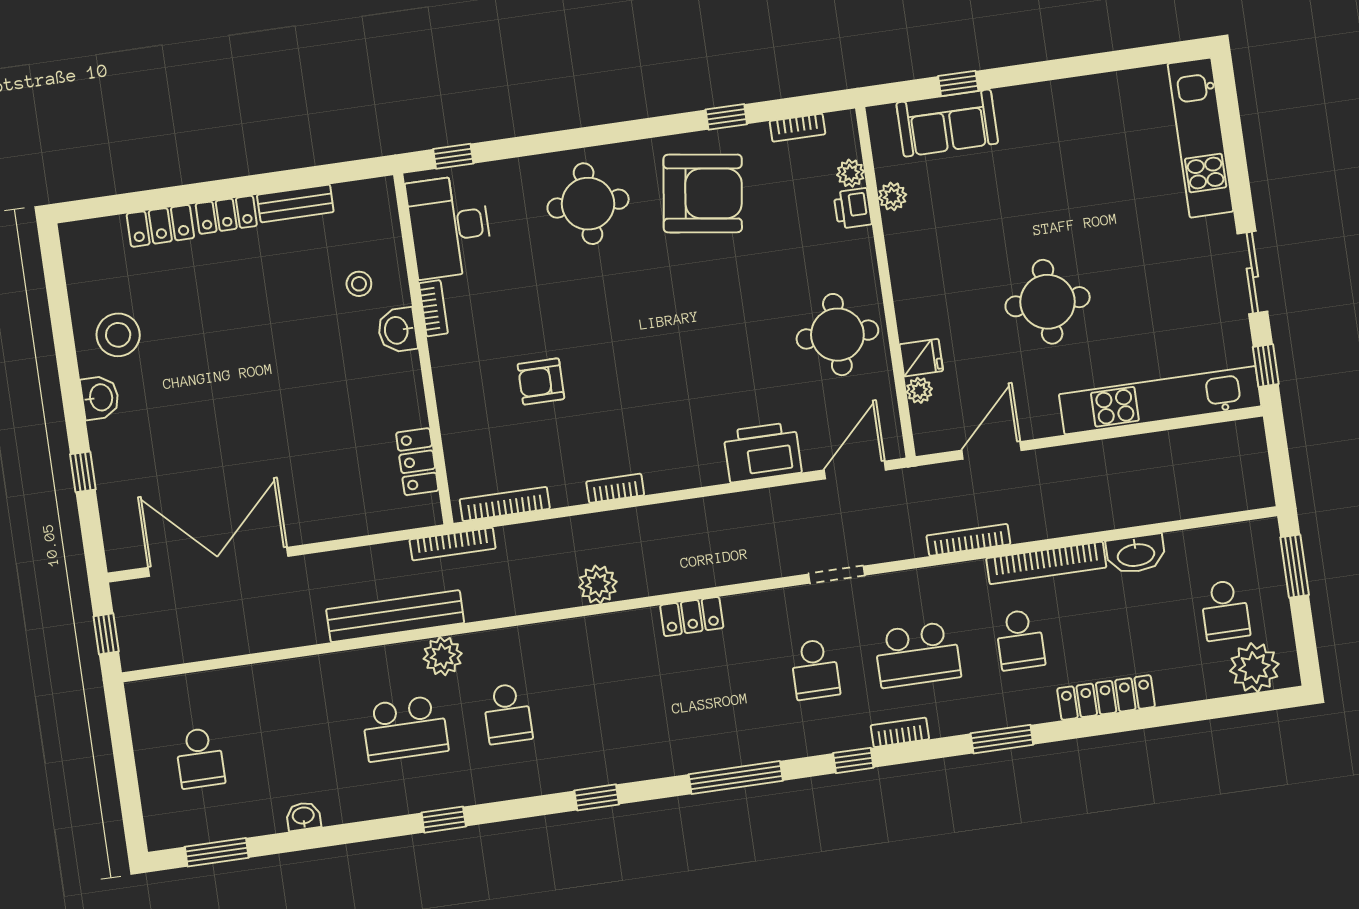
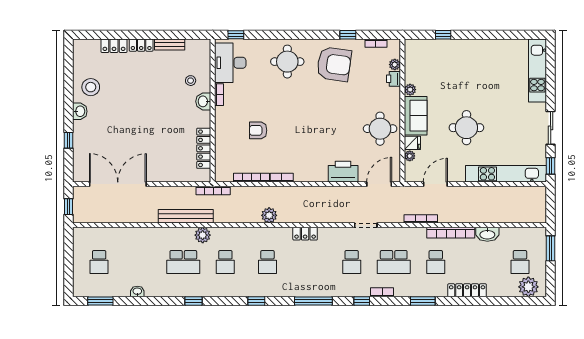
sofa: (947, 123) -> (416, 116), moved, turned -90
plant: (892, 196) -> (410, 90), moved
locker: (417, 462) -> (204, 148), width x1.53
bookcase: (505, 504) -> (252, 178), moved
school desk: (610, 699) -> (267, 262), added

